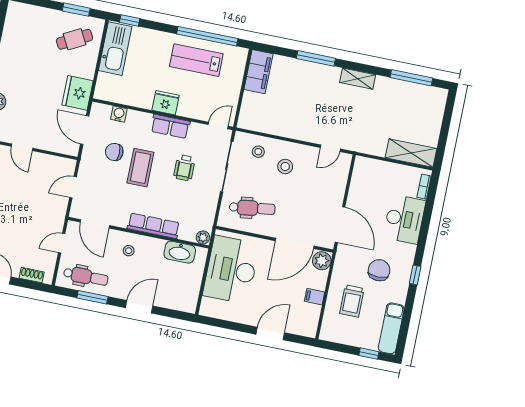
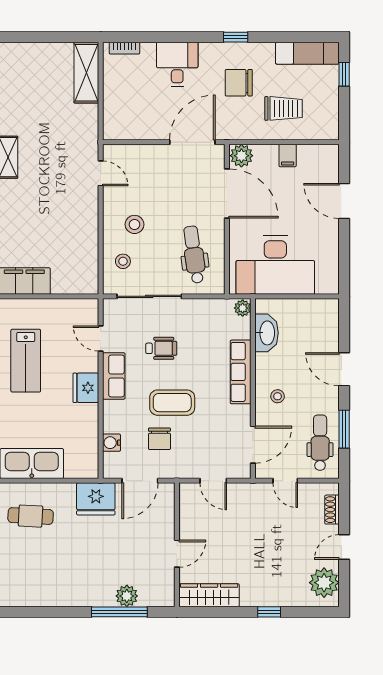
cafe table: (74, 39) -> (31, 516), turned -59
door: (218, 125) -> (101, 338), moved
desk: (404, 219) -> (177, 64), width x0.73

